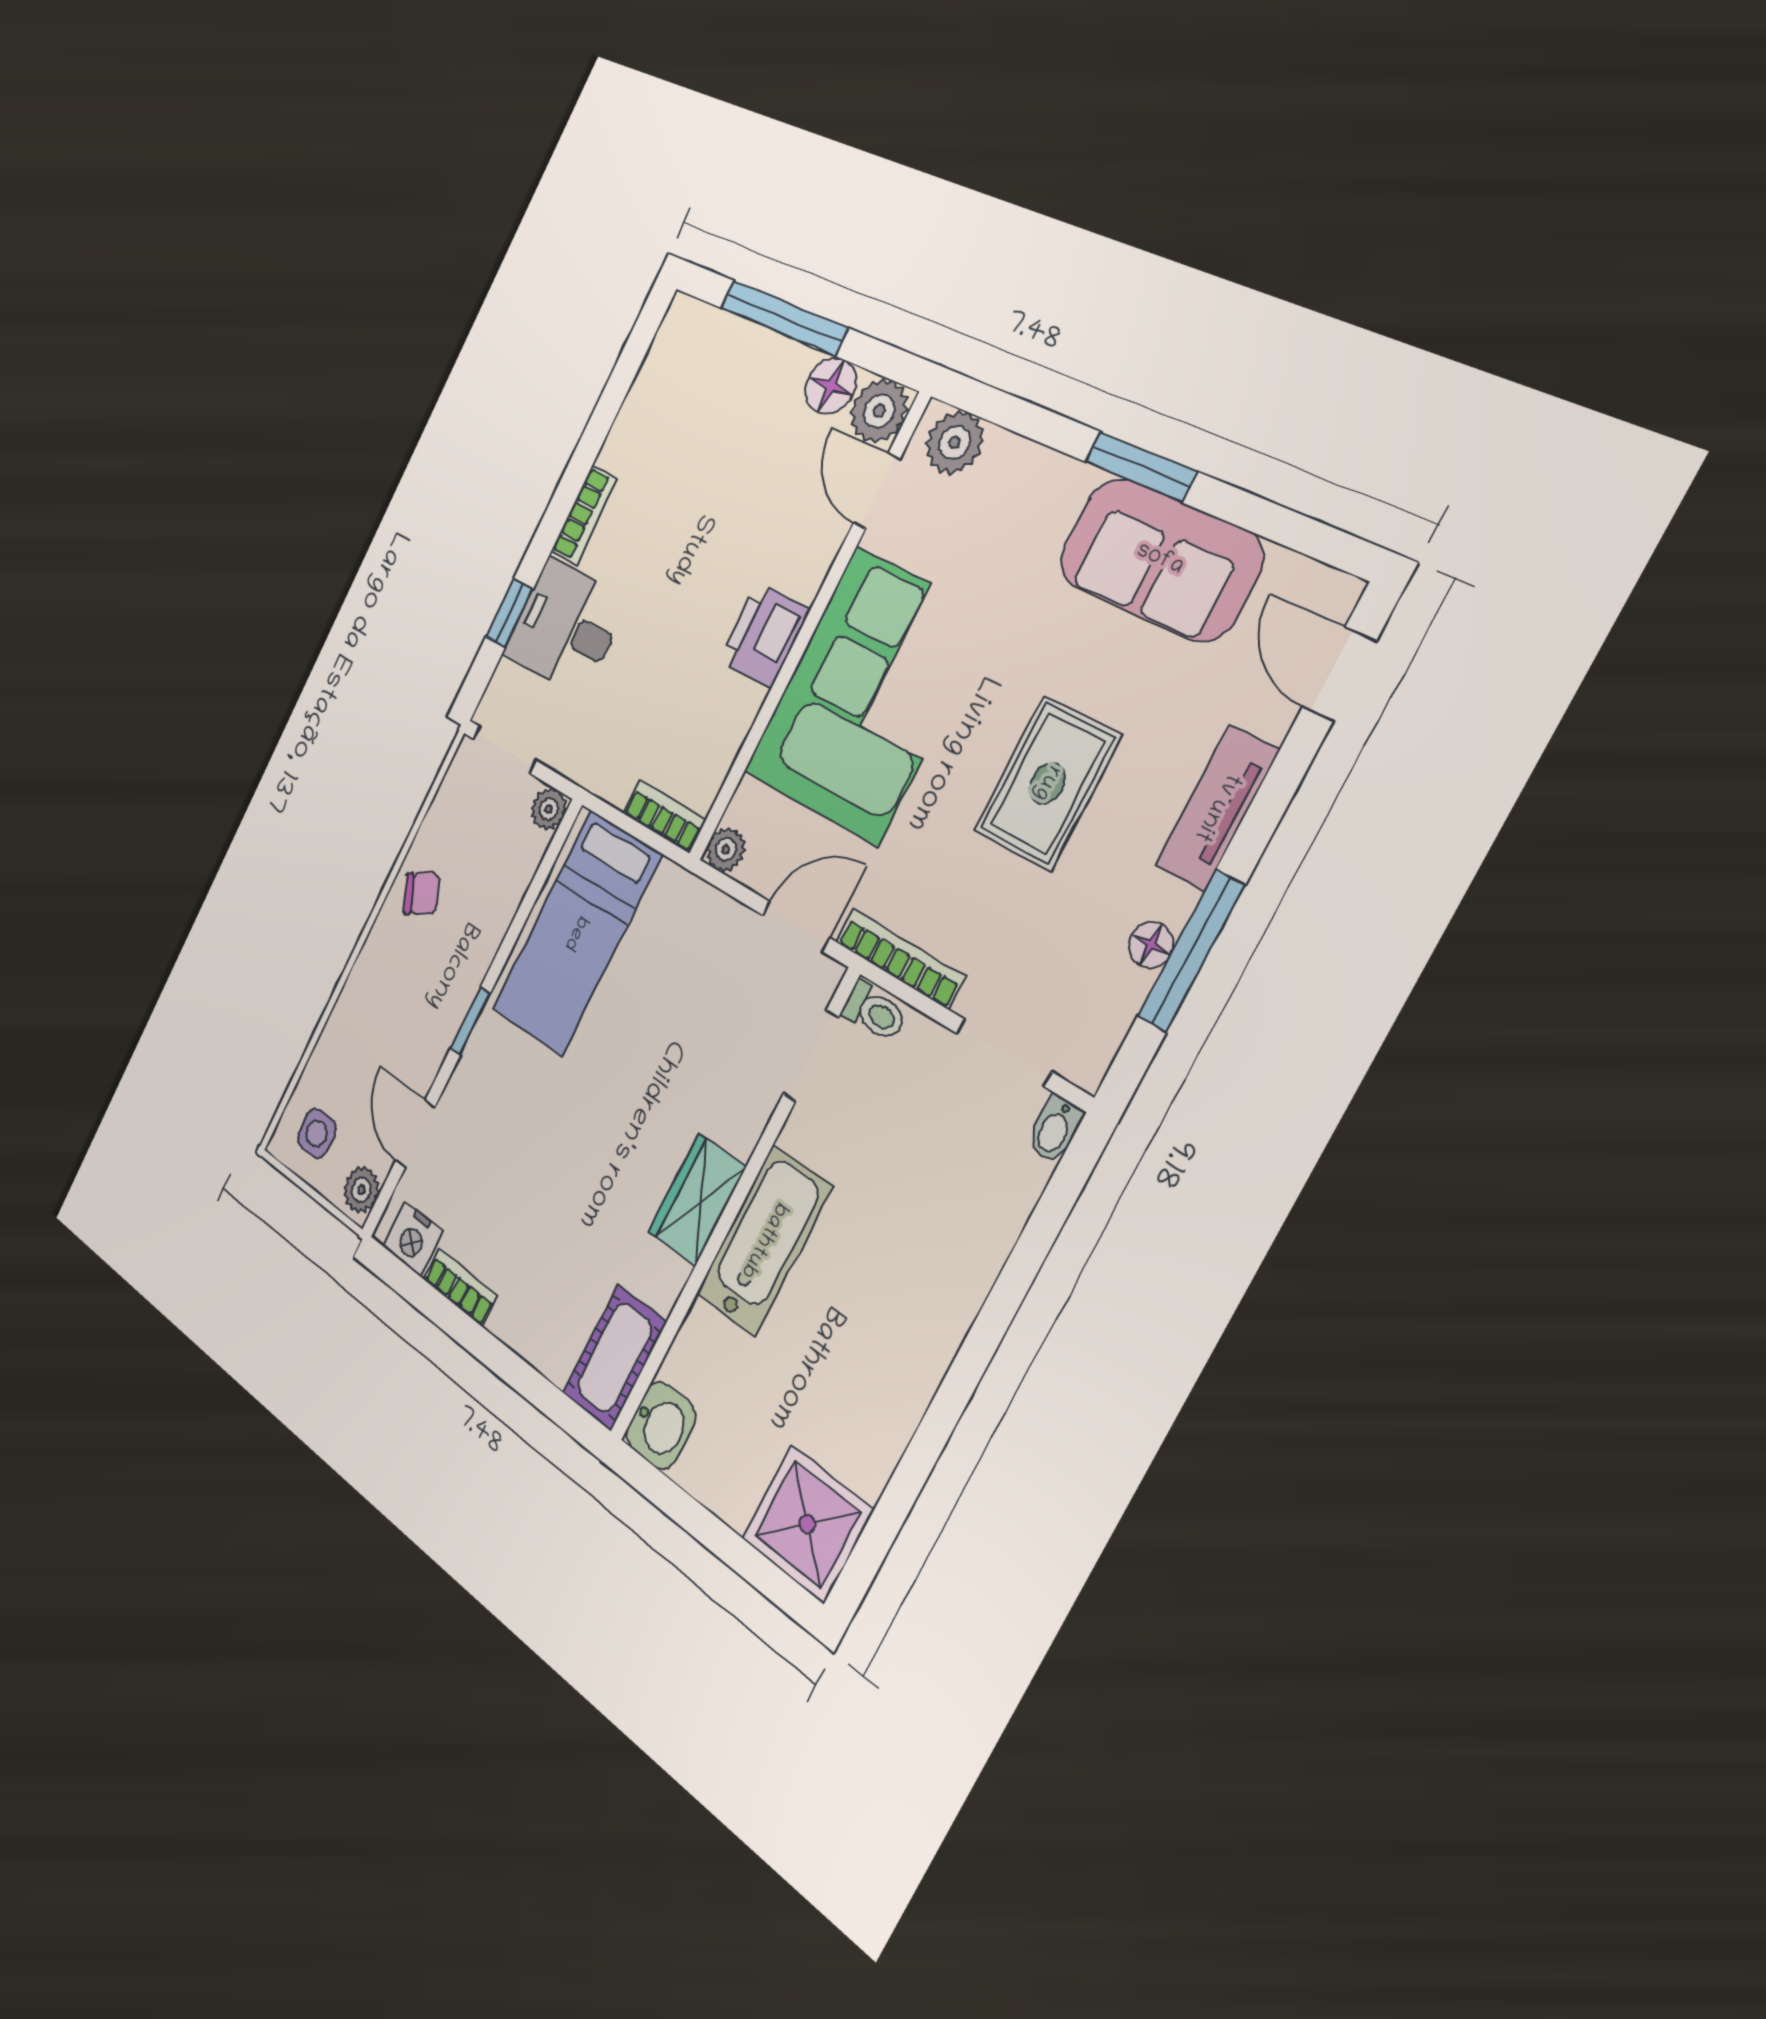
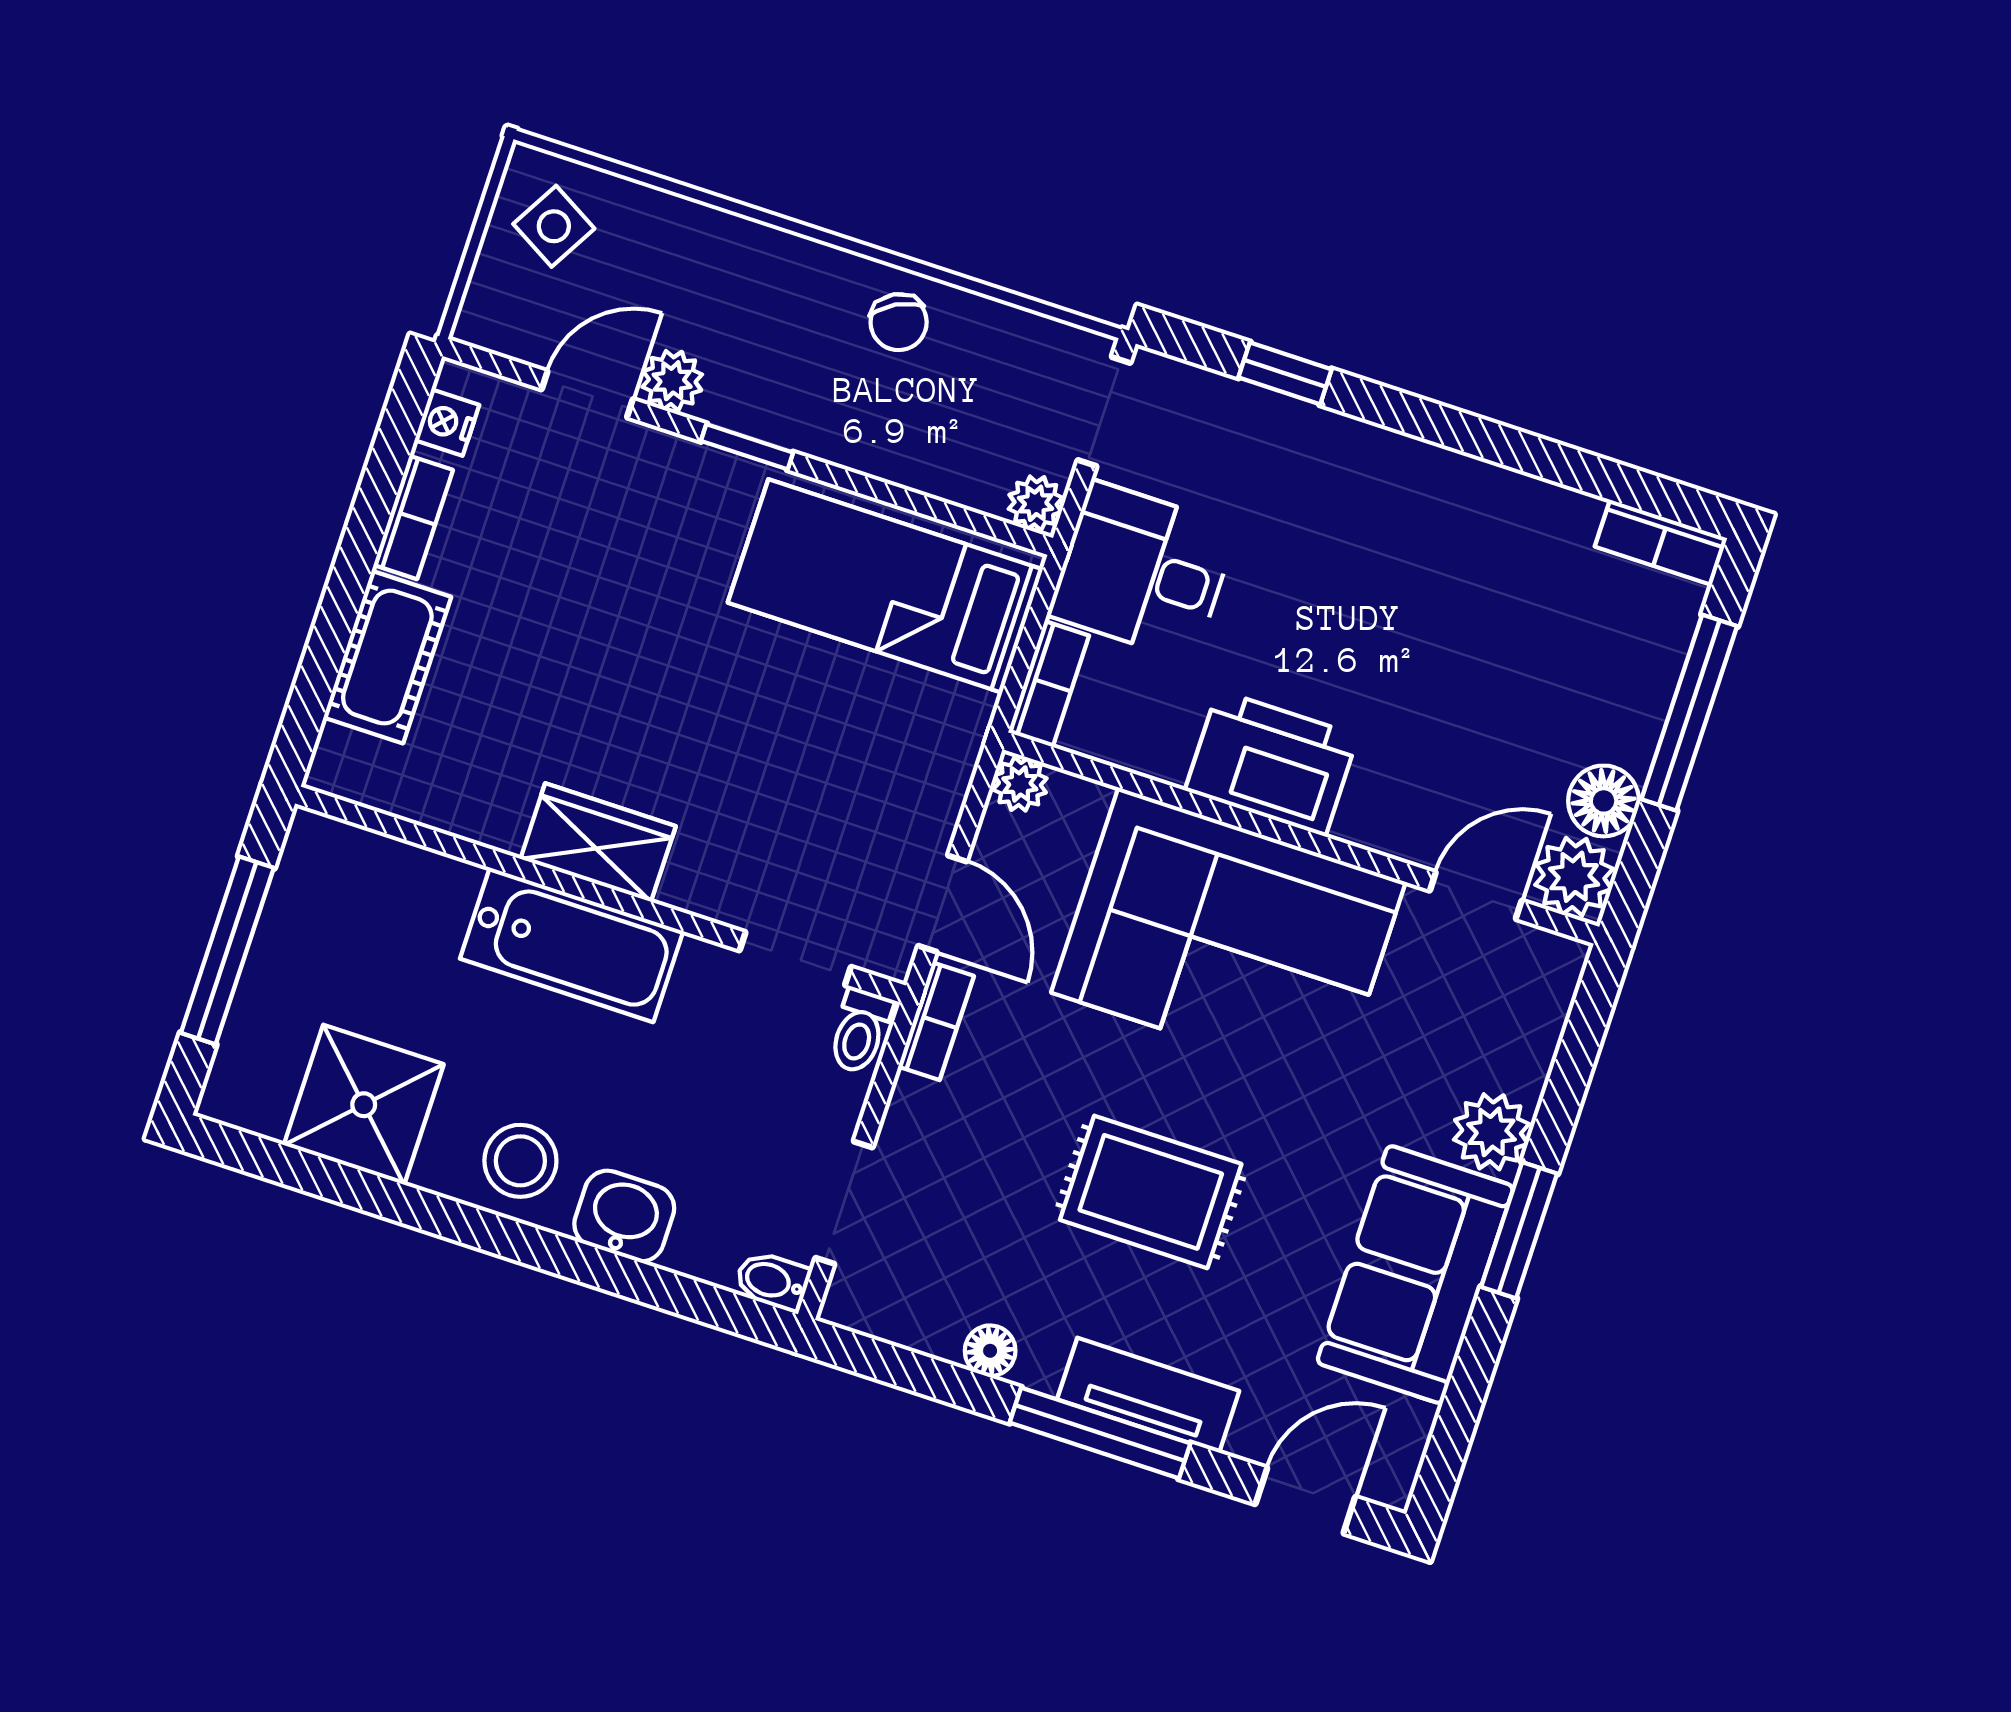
plant: (955, 442) -> (1492, 1132), moved
bookcase: (584, 515) -> (1661, 542), moved
desk: (566, 627) -> (1143, 571), moved, turned -90
printer: (764, 635) -> (1272, 763), width x1.37, depth x1.19
window: (1191, 951) -> (1100, 1433), moved
bookcase: (900, 959) -> (936, 1021), width x0.64
side table: (317, 1134) -> (554, 226), turned 30
plant: (361, 1190) -> (672, 381), moved
nightstand: (413, 1239) -> (447, 422), width x0.72, depth x0.74
stool: (915, 1328) -> (520, 1161), added
cot: (615, 1358) -> (387, 657), moved, turned 90
washbasin: (661, 1425) -> (624, 1216), moved, turned 180
shower: (807, 1524) -> (364, 1105), moved
window: (710, 1531) -> (227, 950), added

